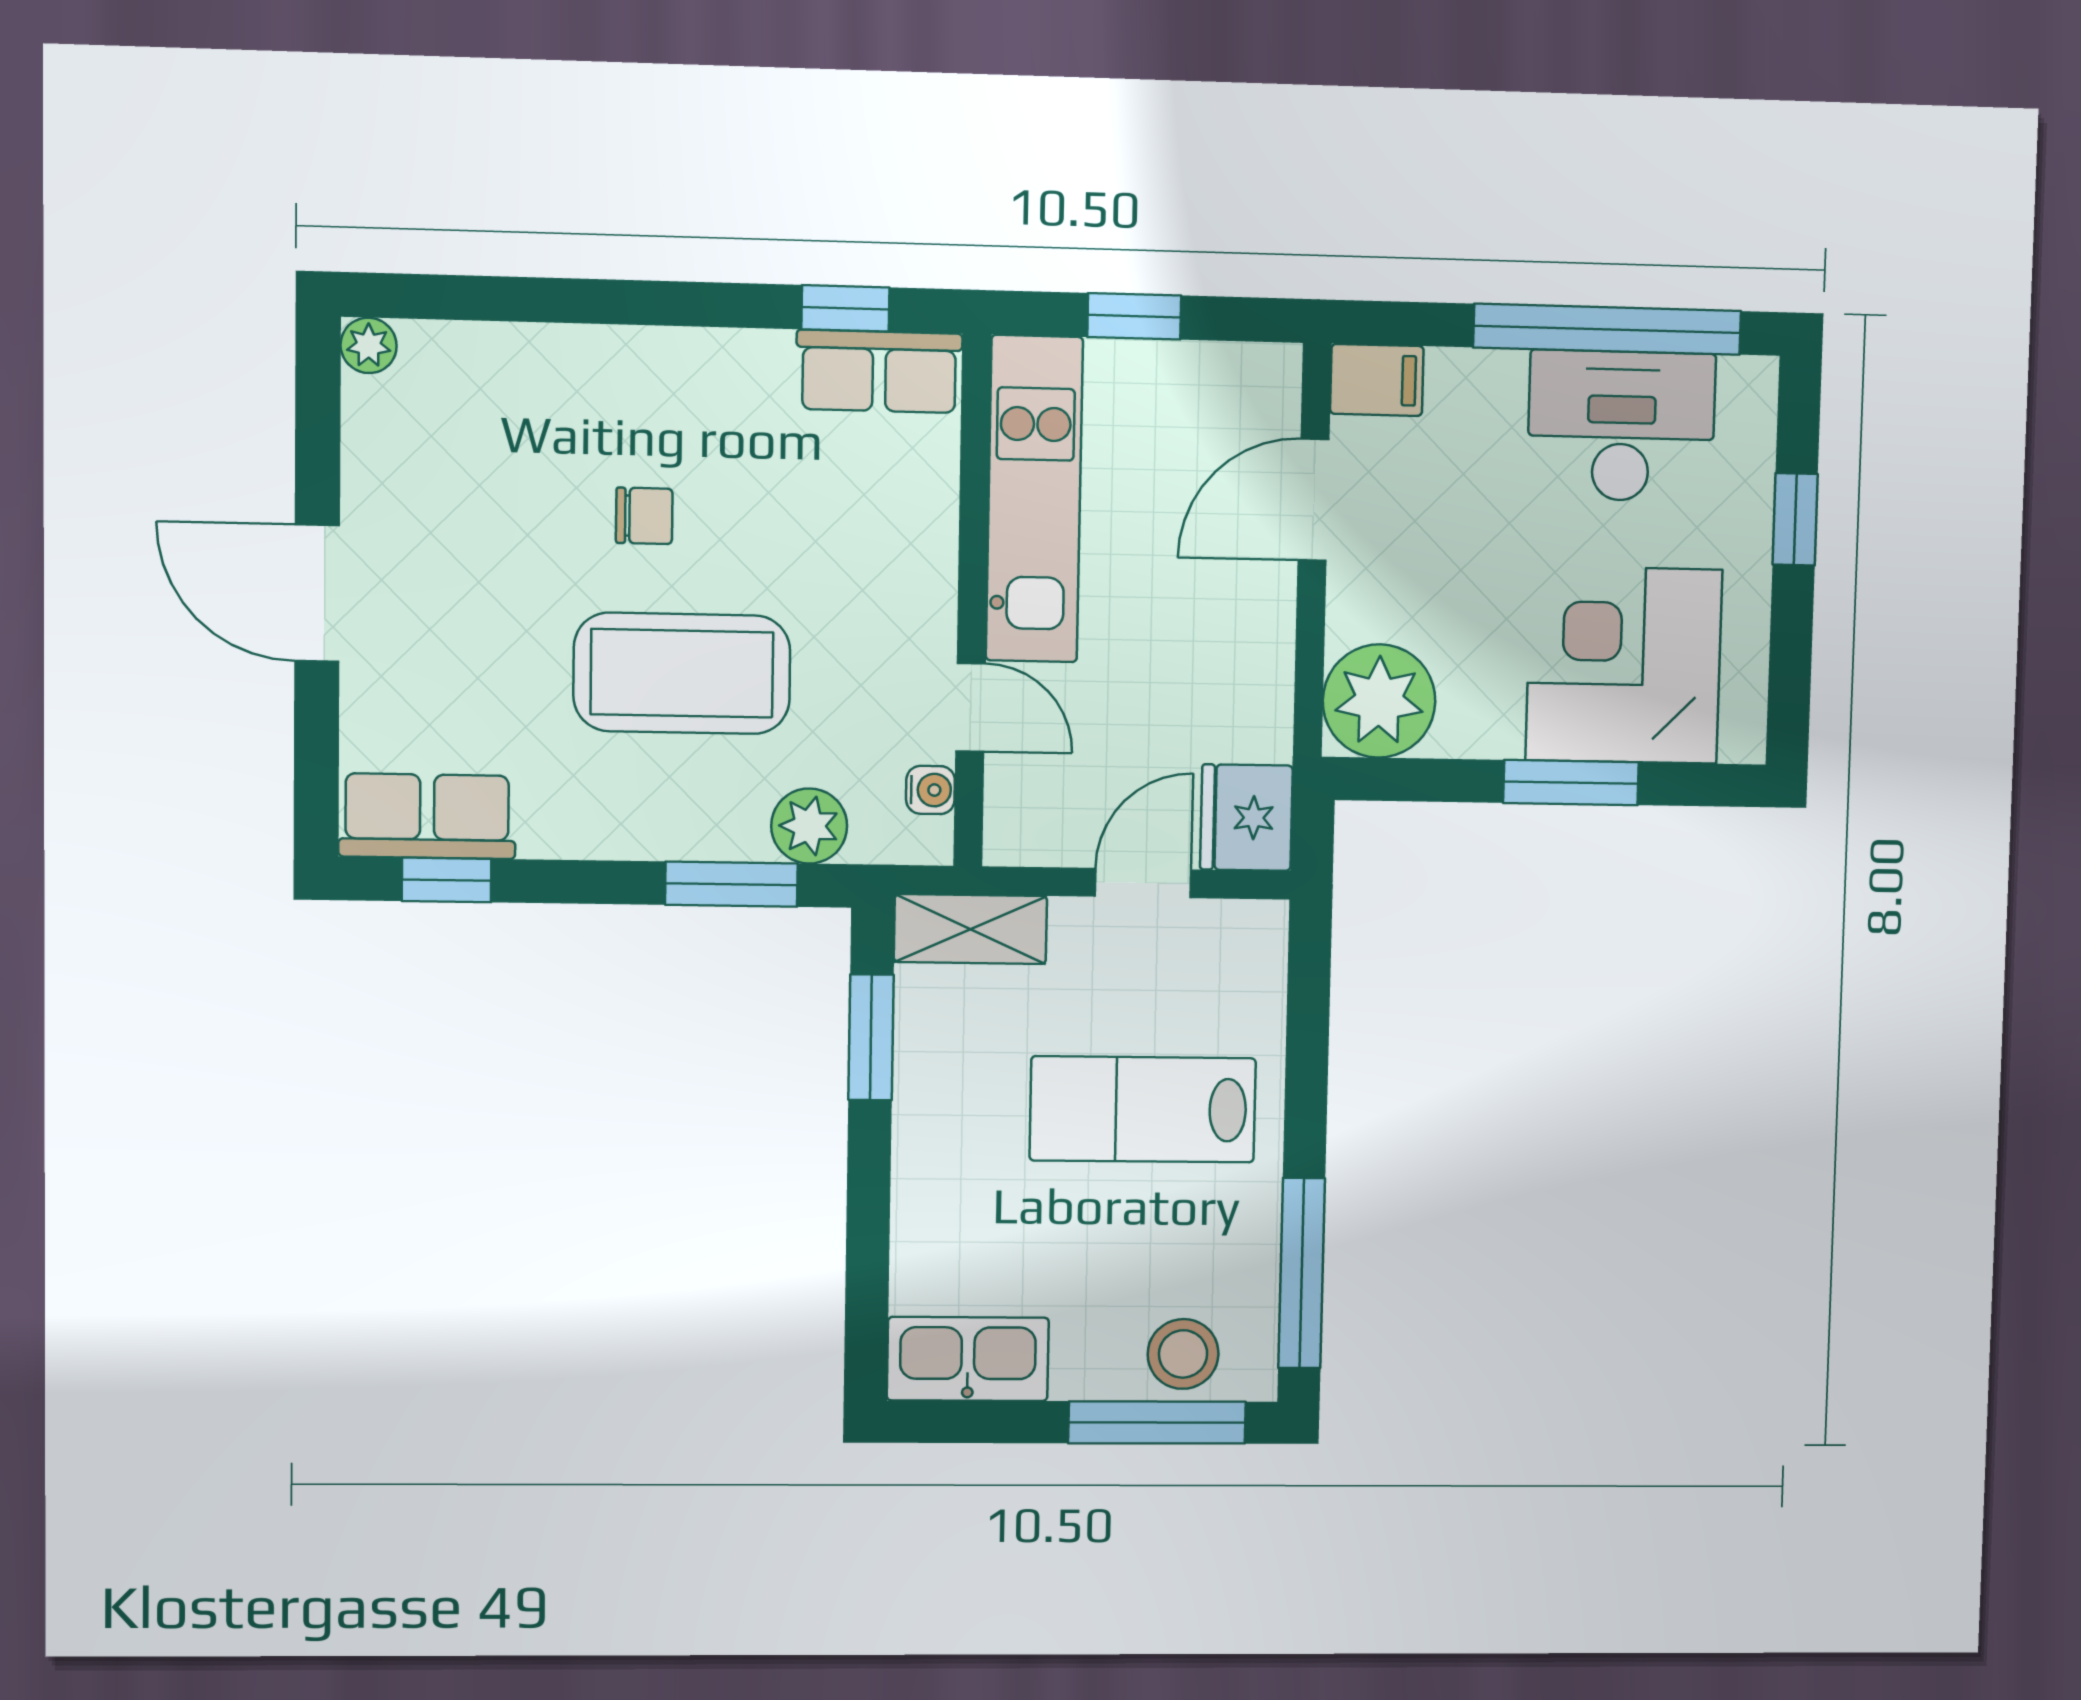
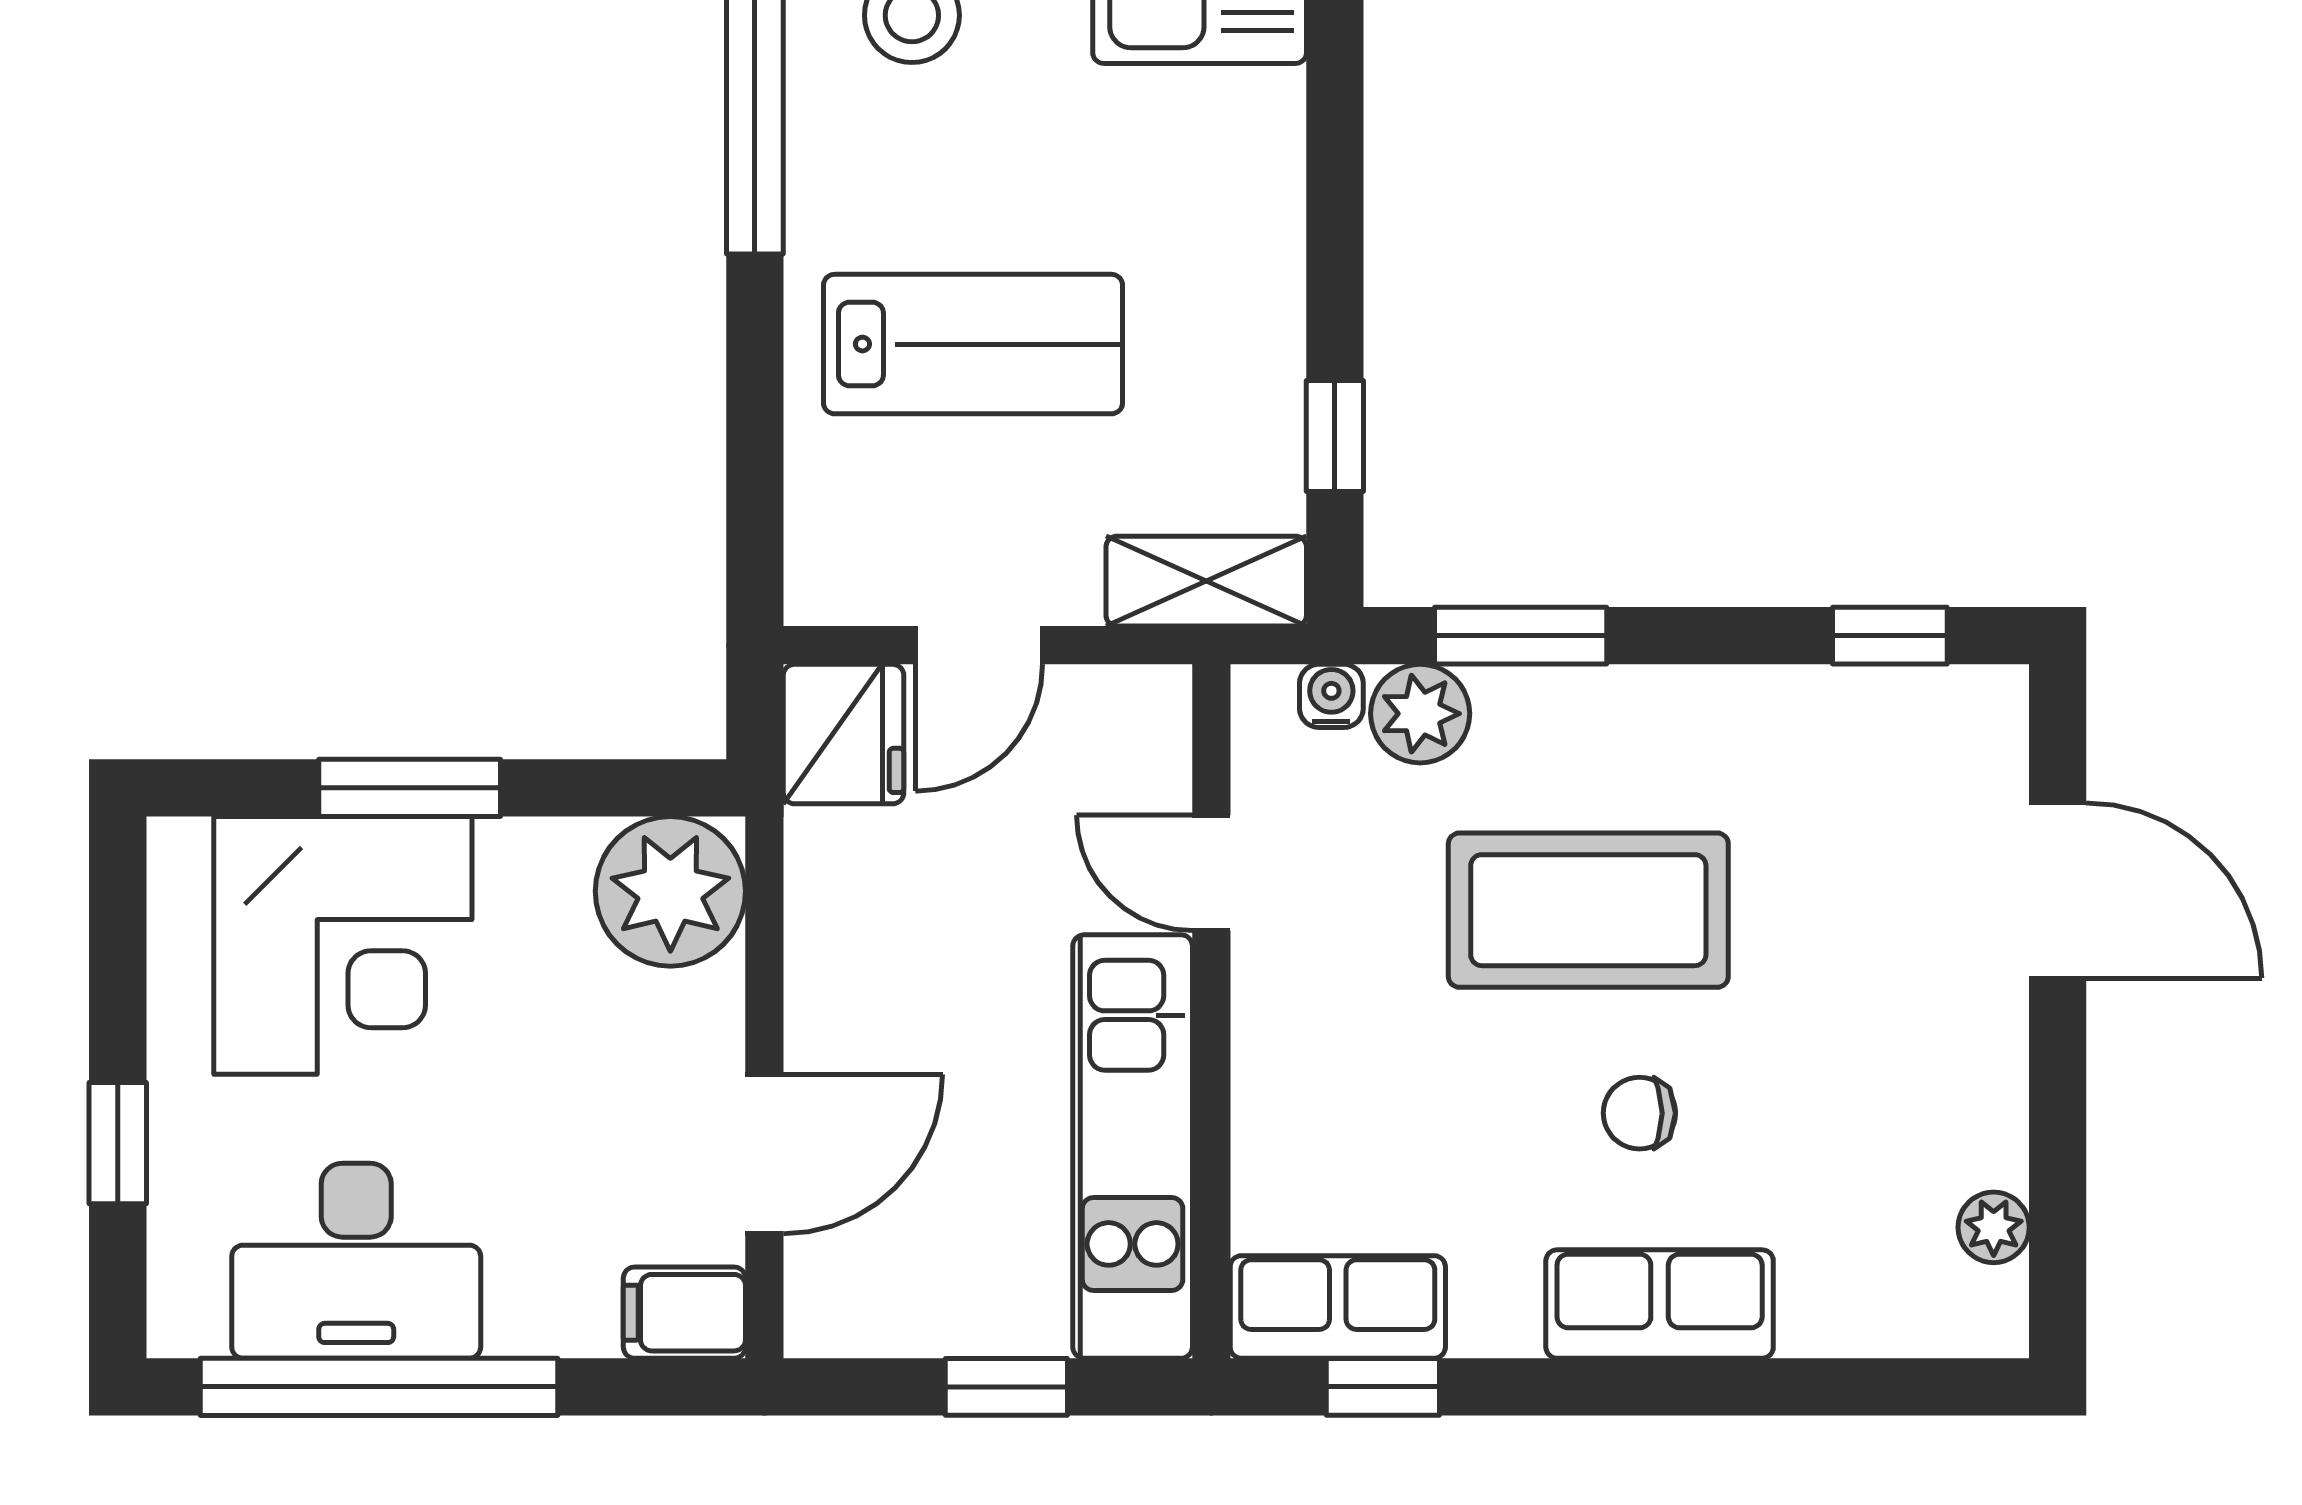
plant: (369, 345) -> (1994, 1227), moved
door: (317, 593) -> (2058, 891), moved
water cooler: (930, 790) -> (1331, 696), moved, turned 90
row of seats: (427, 816) -> (1660, 1304), moved, turned 180
window: (871, 1037) -> (1335, 436), width x0.67

